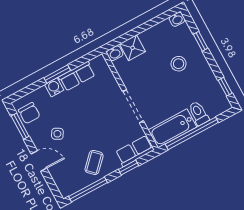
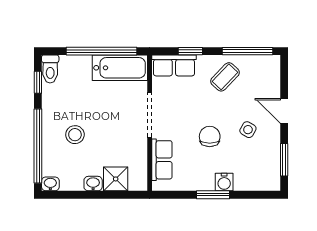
window: (201, 41) -> (38, 146), width x3.17
washbasin: (115, 53) -> (93, 184), moved
row of seats: (77, 76) -> (162, 160), moved, turned 90
chair: (29, 113) -> (210, 136), moved
toilet: (199, 113) -> (50, 69), moved

